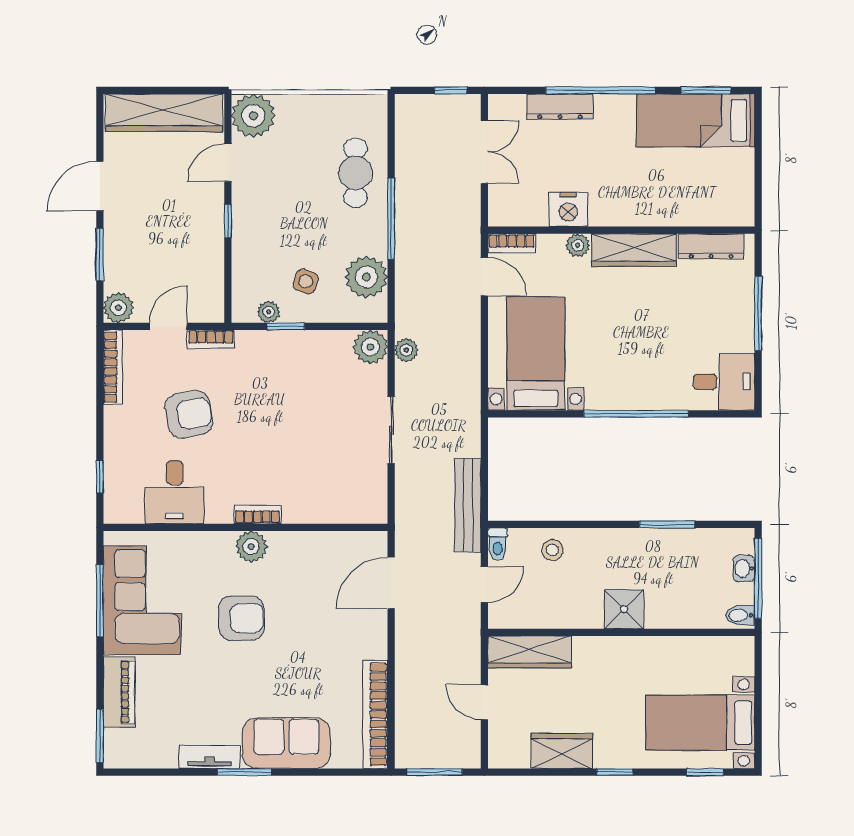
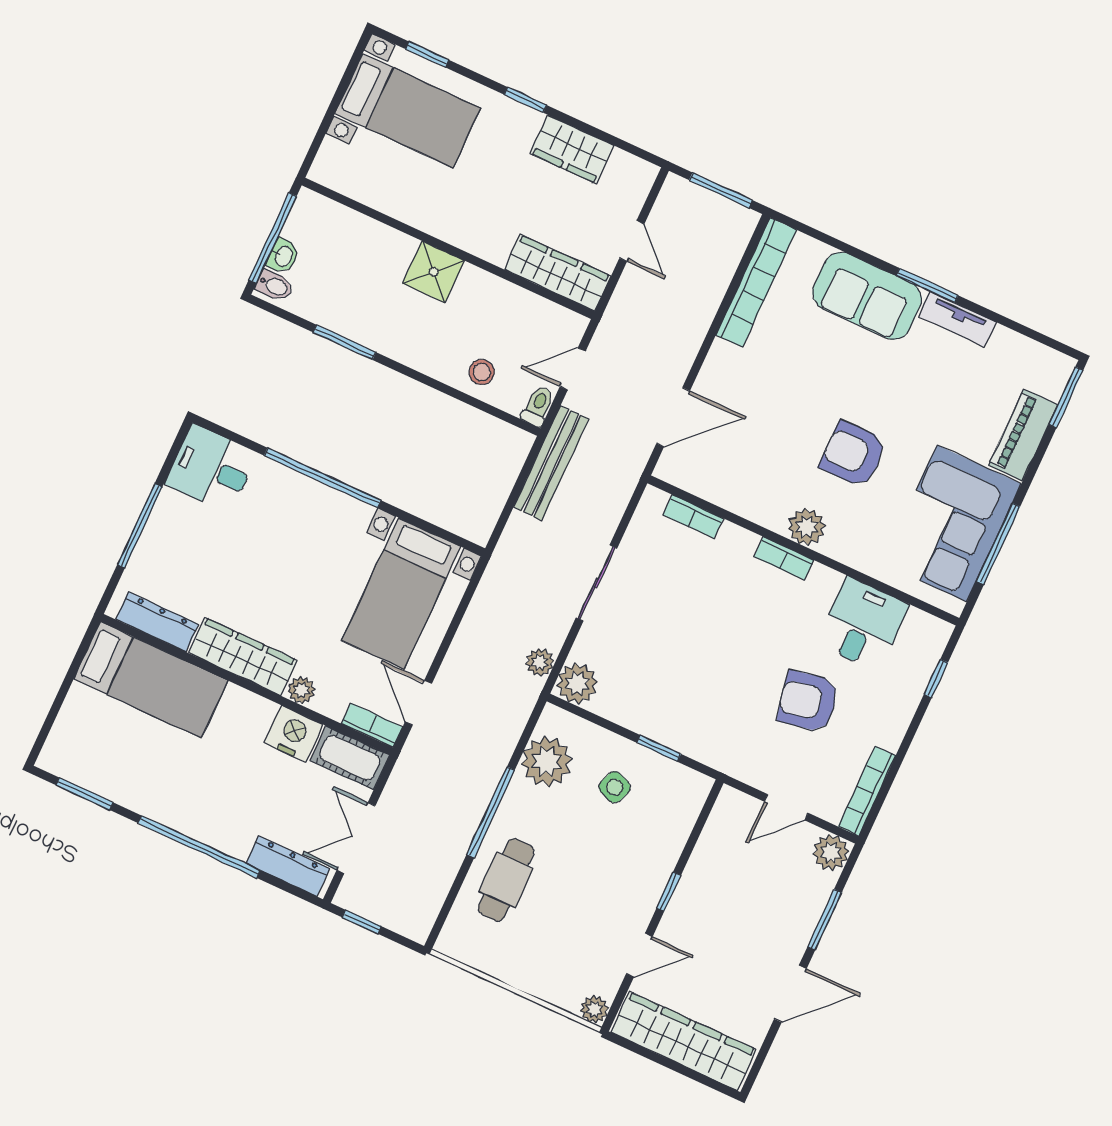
dresser: (560, 107) -> (288, 866), moved
plant: (253, 116) -> (594, 1009), width x0.53, depth x0.53
bed: (696, 120) -> (151, 680), moved
cot: (517, 211) -> (350, 758), added
plant: (269, 312) -> (670, 773), removed
bookcase: (211, 339) -> (693, 517), moved, turned 180
bidet: (740, 615) -> (274, 286), moved

